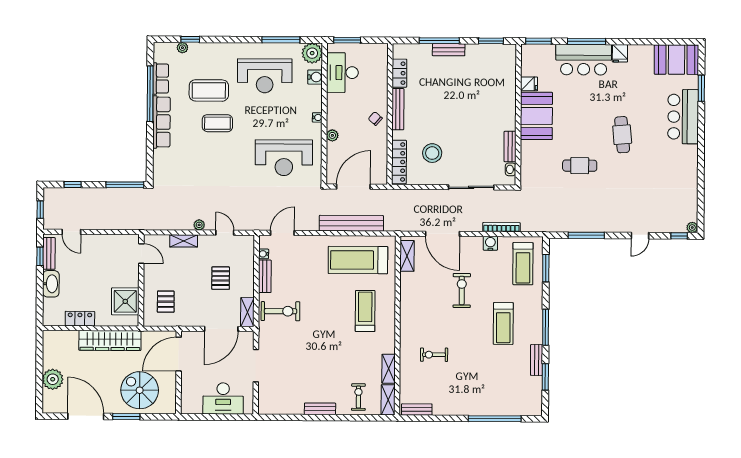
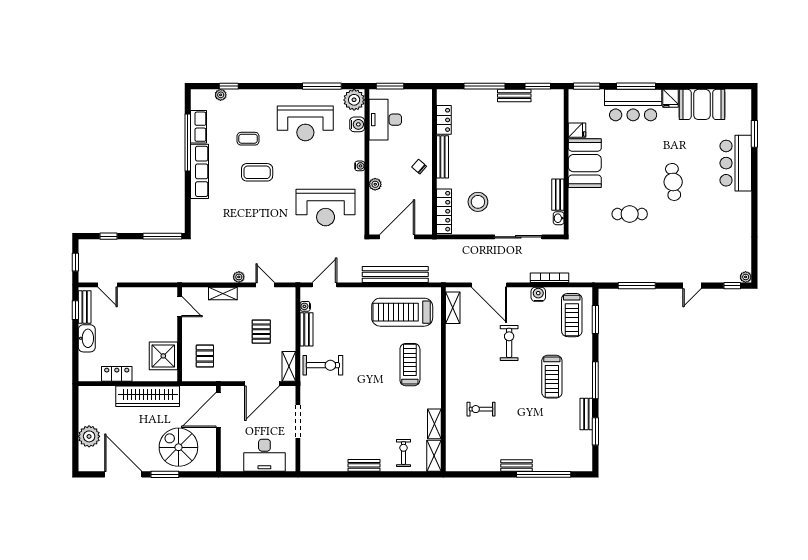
bench: (449, 50) -> (514, 96), moved
booth: (676, 60) -> (702, 104), moved
coffee table: (209, 90) -> (248, 139), width x0.54, depth x0.58
bench: (417, 409) -> (517, 465), moved

